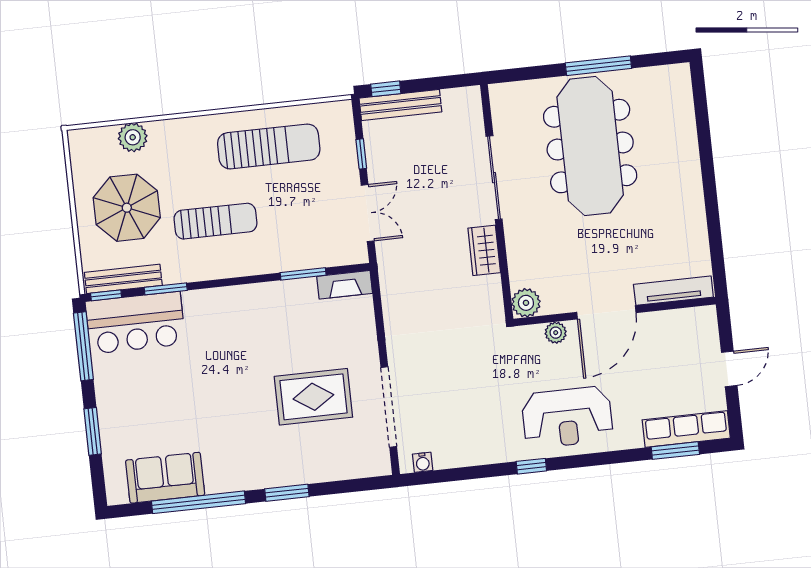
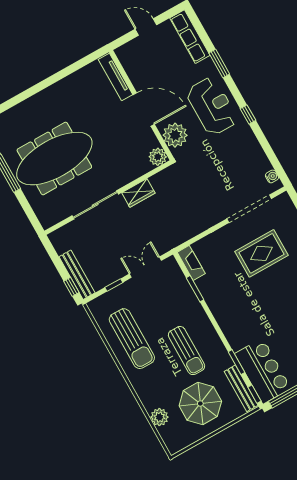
sun lounger: (269, 146) -> (132, 339), turned 180
sun lounger: (215, 221) -> (187, 351), turned 180
plant: (556, 333) -> (175, 135), width x1.87, depth x1.87
rug: (313, 397) -> (261, 253), turned 90
window: (675, 451) -> (219, 64), moved

